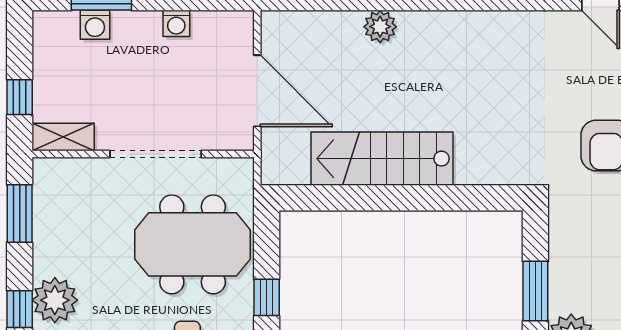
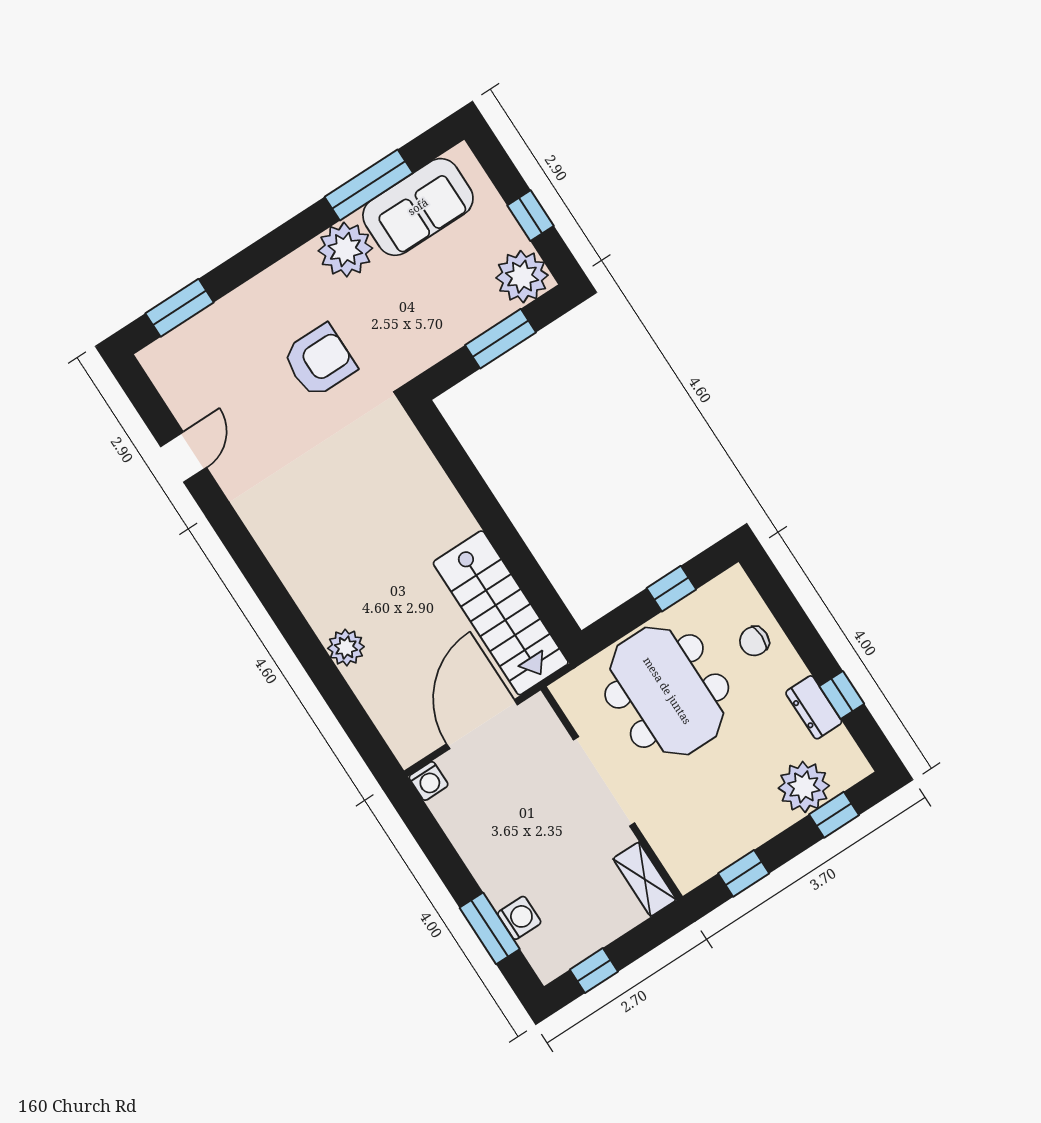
washing machine: (176, 23) -> (428, 781), moved, turned 90
window: (20, 97) -> (594, 971), moved
stairs: (382, 159) -> (501, 613), moved
window: (20, 214) -> (744, 873), width x0.67

